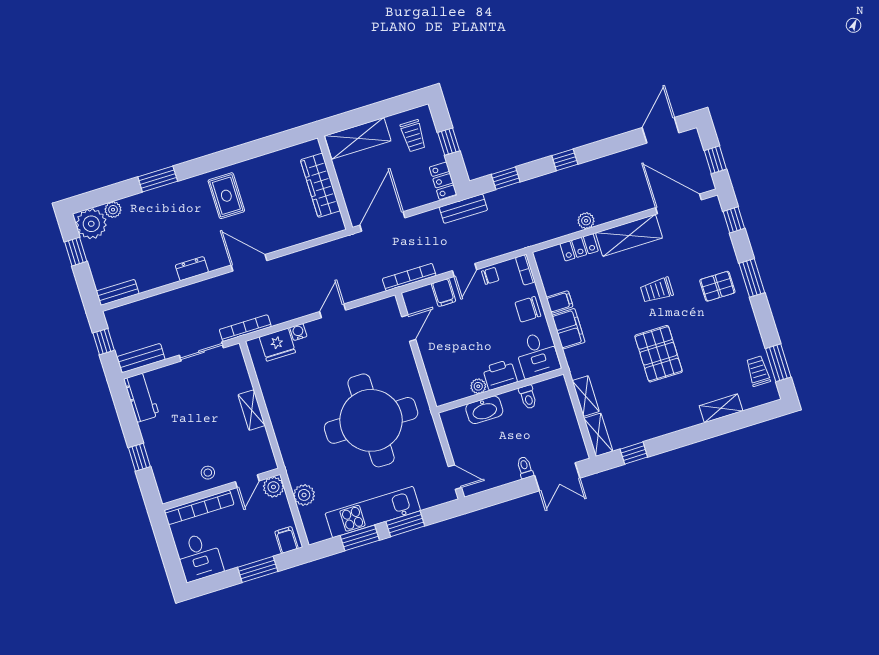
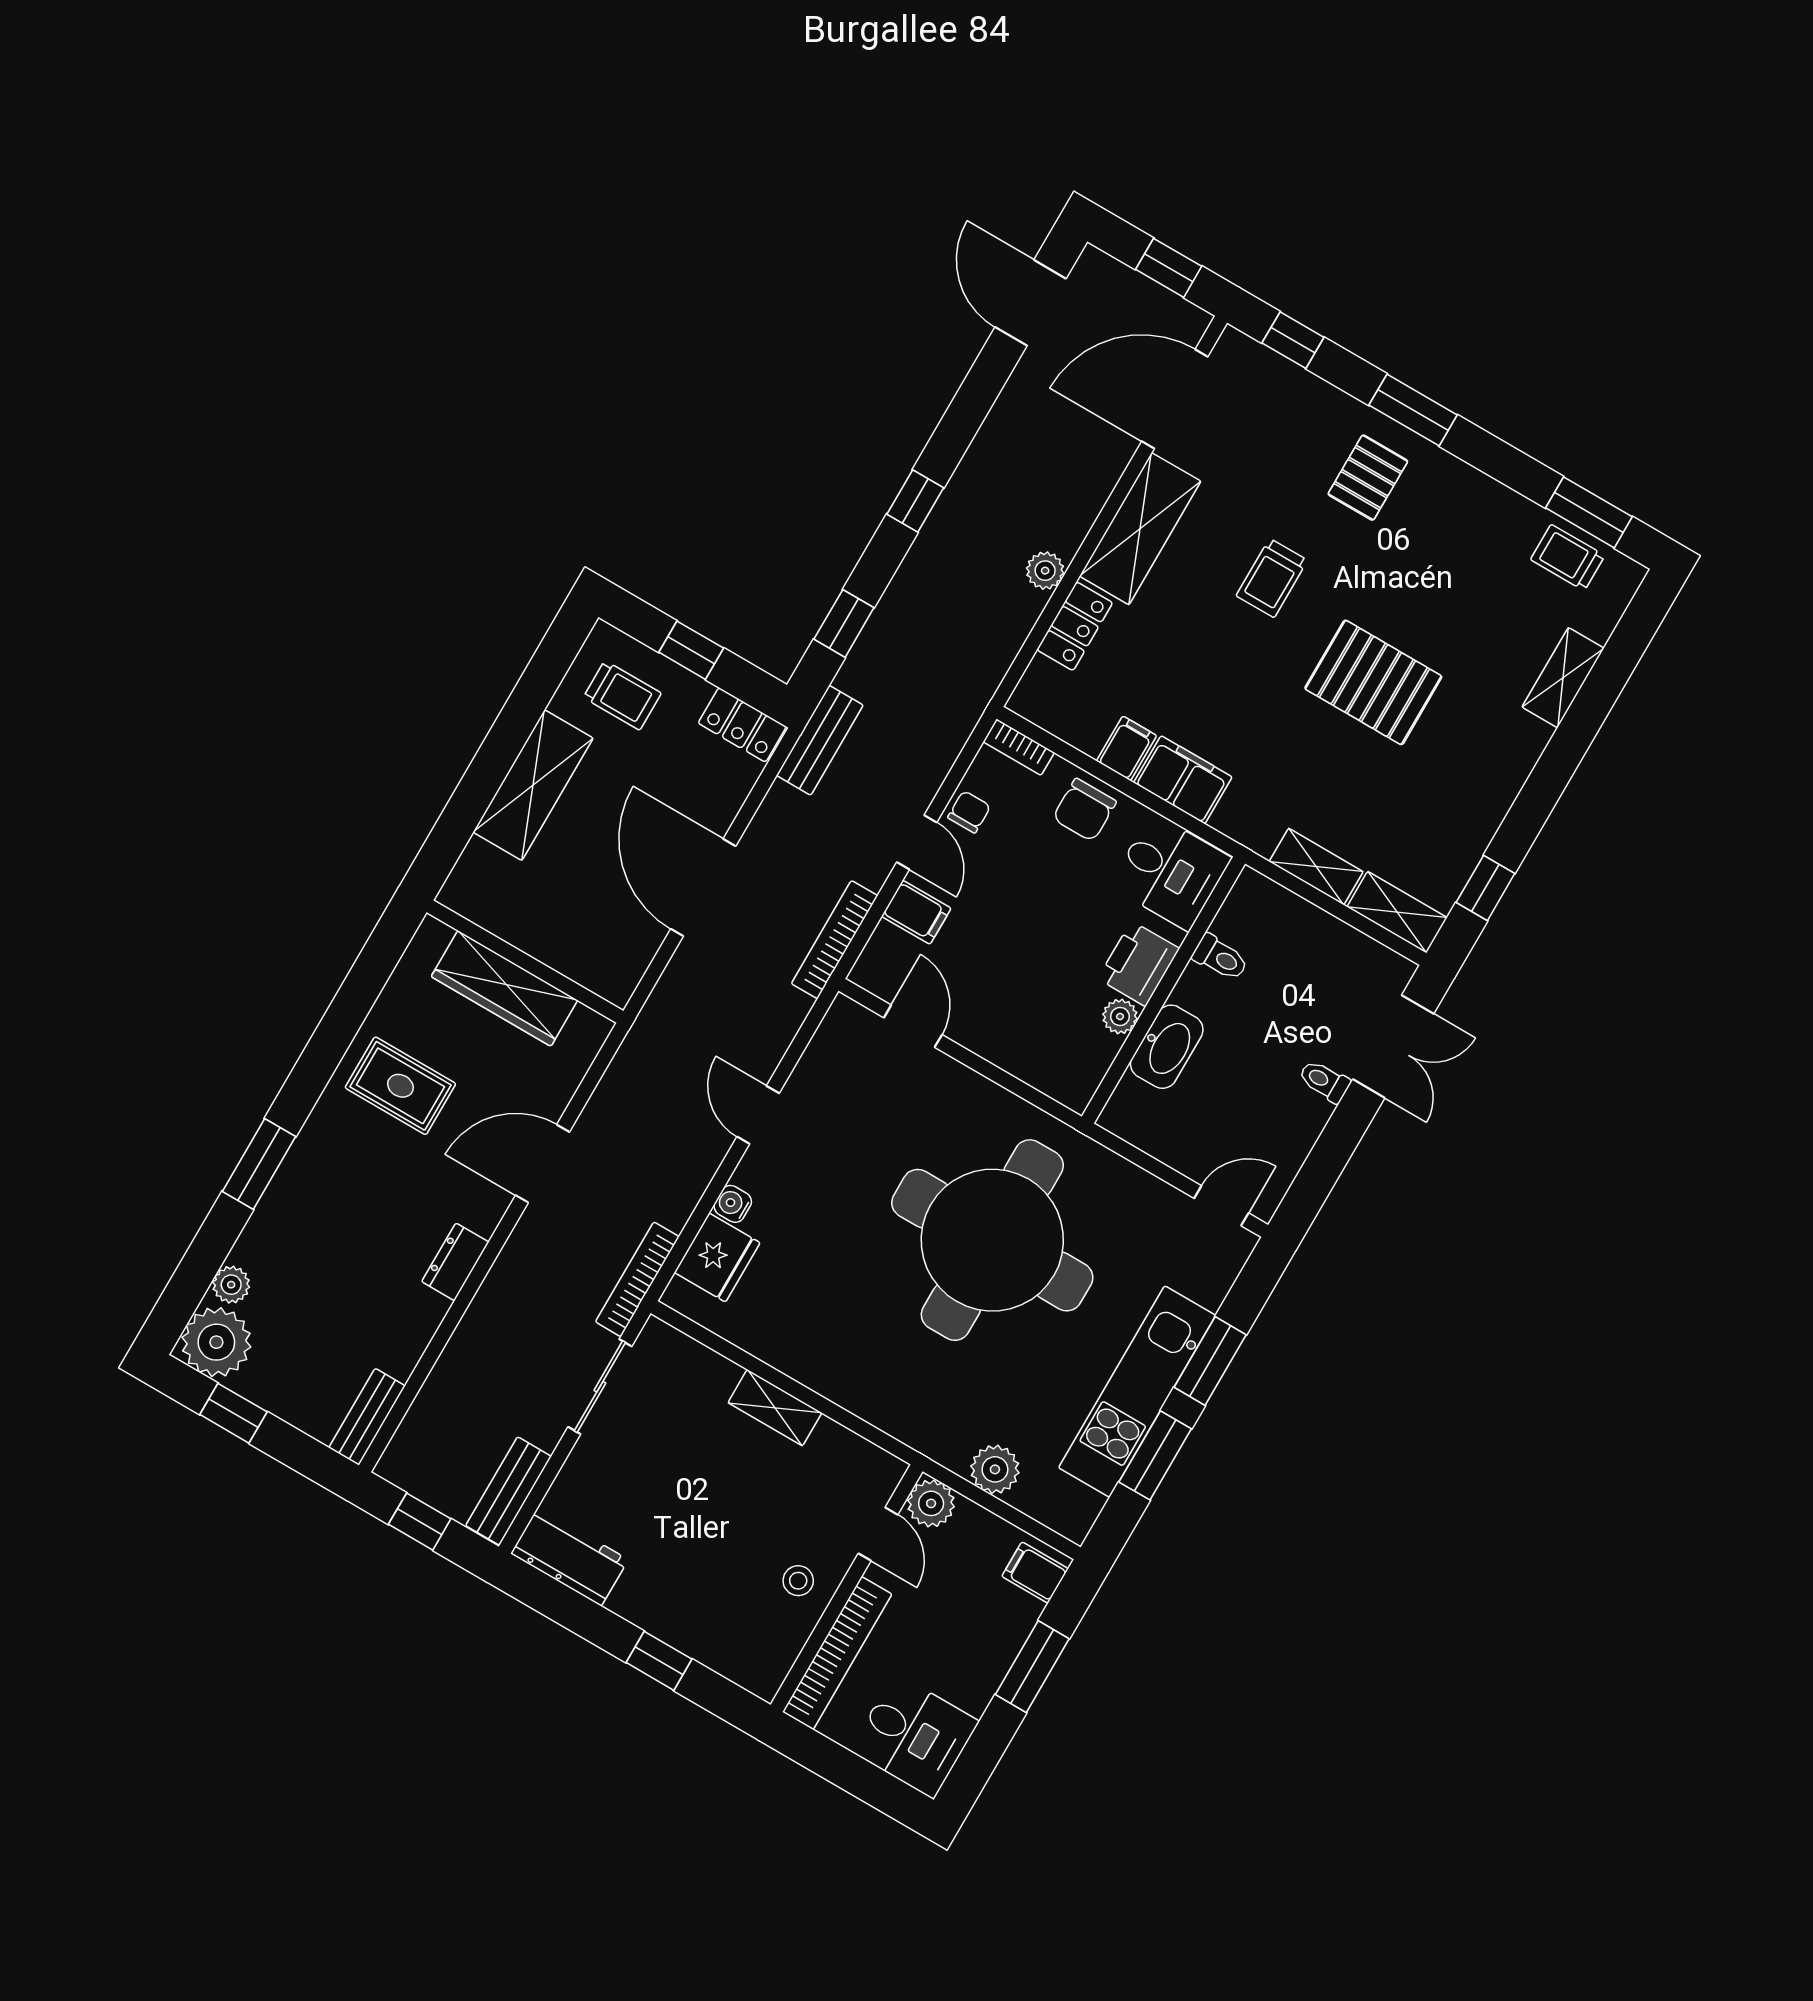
wall: (335, 183) -> (525, 962), moved
wardrobe: (320, 185) -> (504, 988), moved

